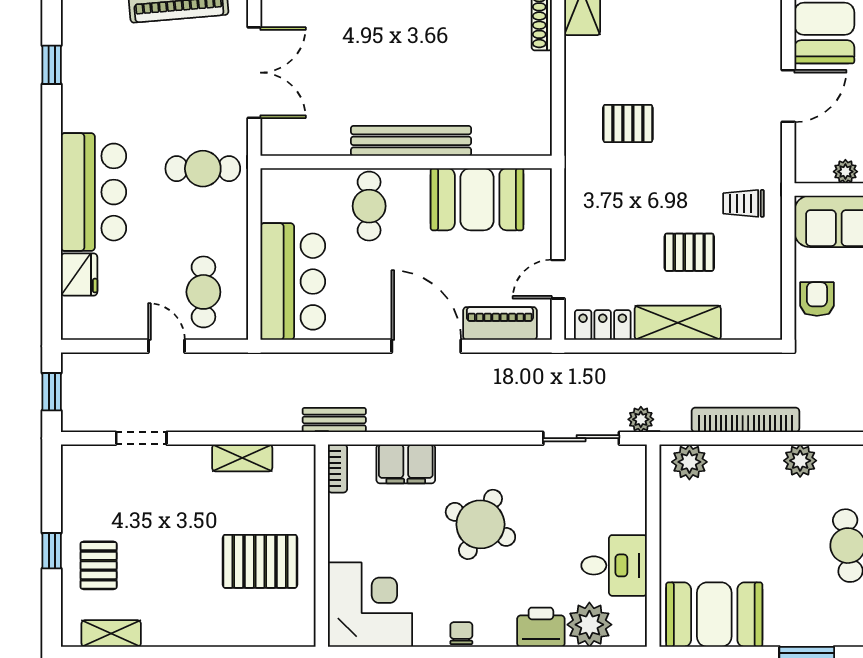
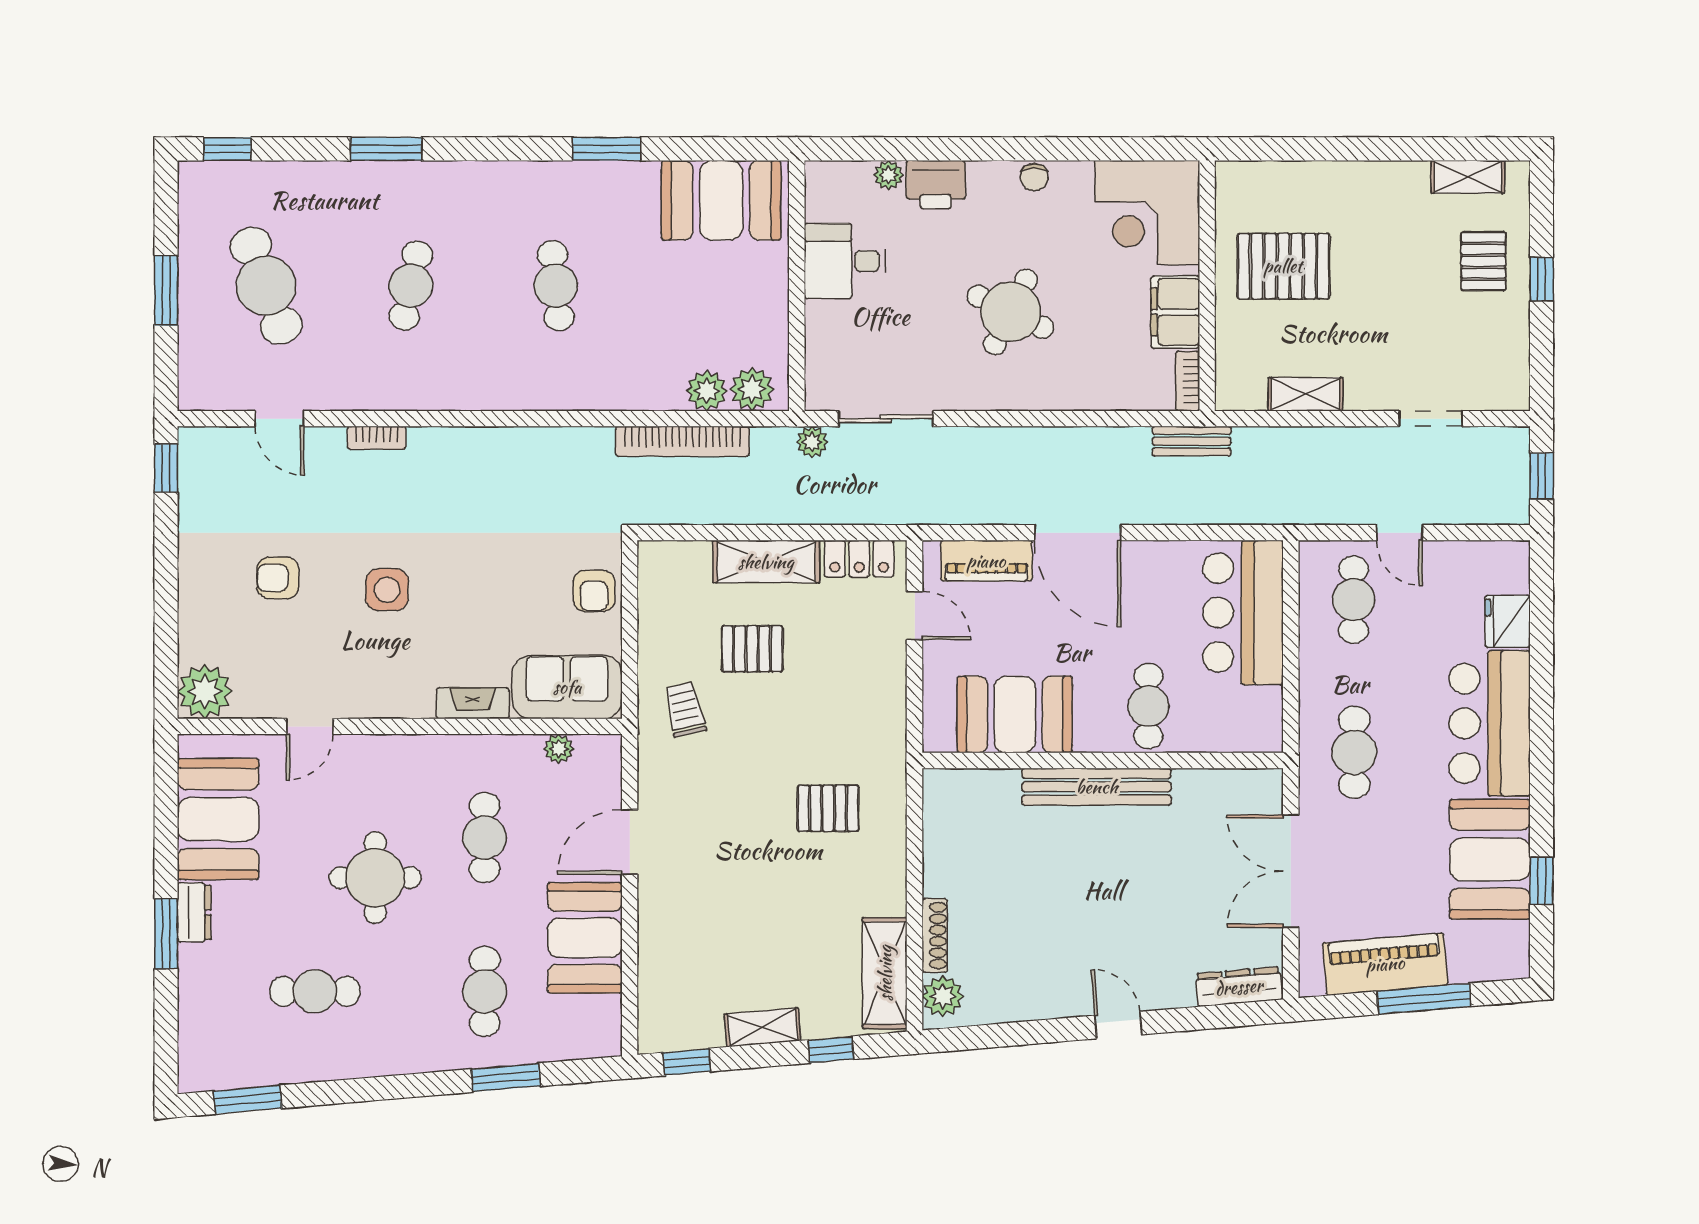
booth: (93, 82) -> (1490, 859), added
cafe table: (203, 169) -> (1354, 752), turned 90
trolley: (744, 203) -> (685, 709), turned -103
door: (558, 279) -> (915, 616), hinge flipped
plant: (800, 461) -> (707, 391), moved
filing cabinet: (406, 464) -> (1175, 312), moved, turned -90
plant: (589, 625) -> (889, 175), width x0.53, depth x0.53

